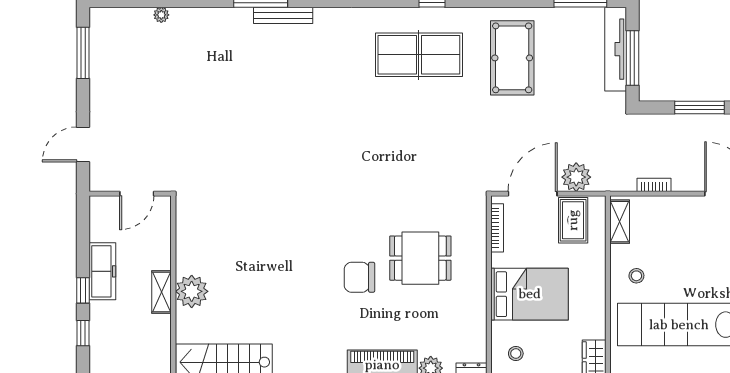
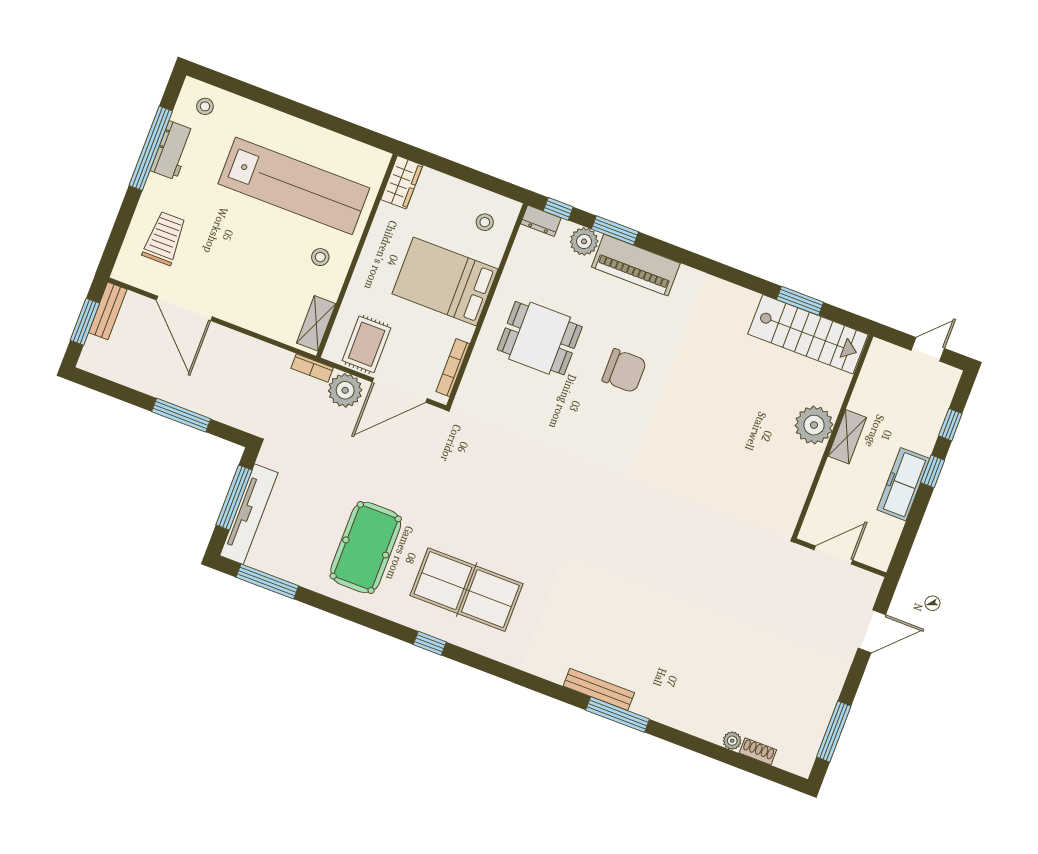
shoe rack: (137, 14) -> (758, 751), added
bookcase: (654, 185) -> (312, 368), moved
dining table: (420, 258) -> (540, 338), moved

